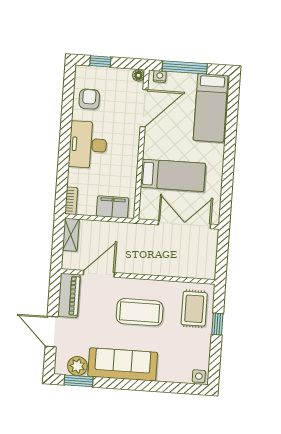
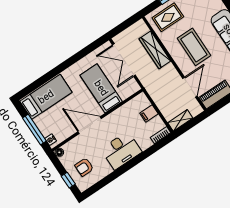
armchair: (89, 99) -> (84, 167), moved
door: (144, 108) -> (90, 125), moved
filing cabinet: (113, 207) -> (149, 113), width x0.50
wardrobe: (169, 267) -> (155, 50), added
door: (99, 274) -> (190, 87), swing flipped

